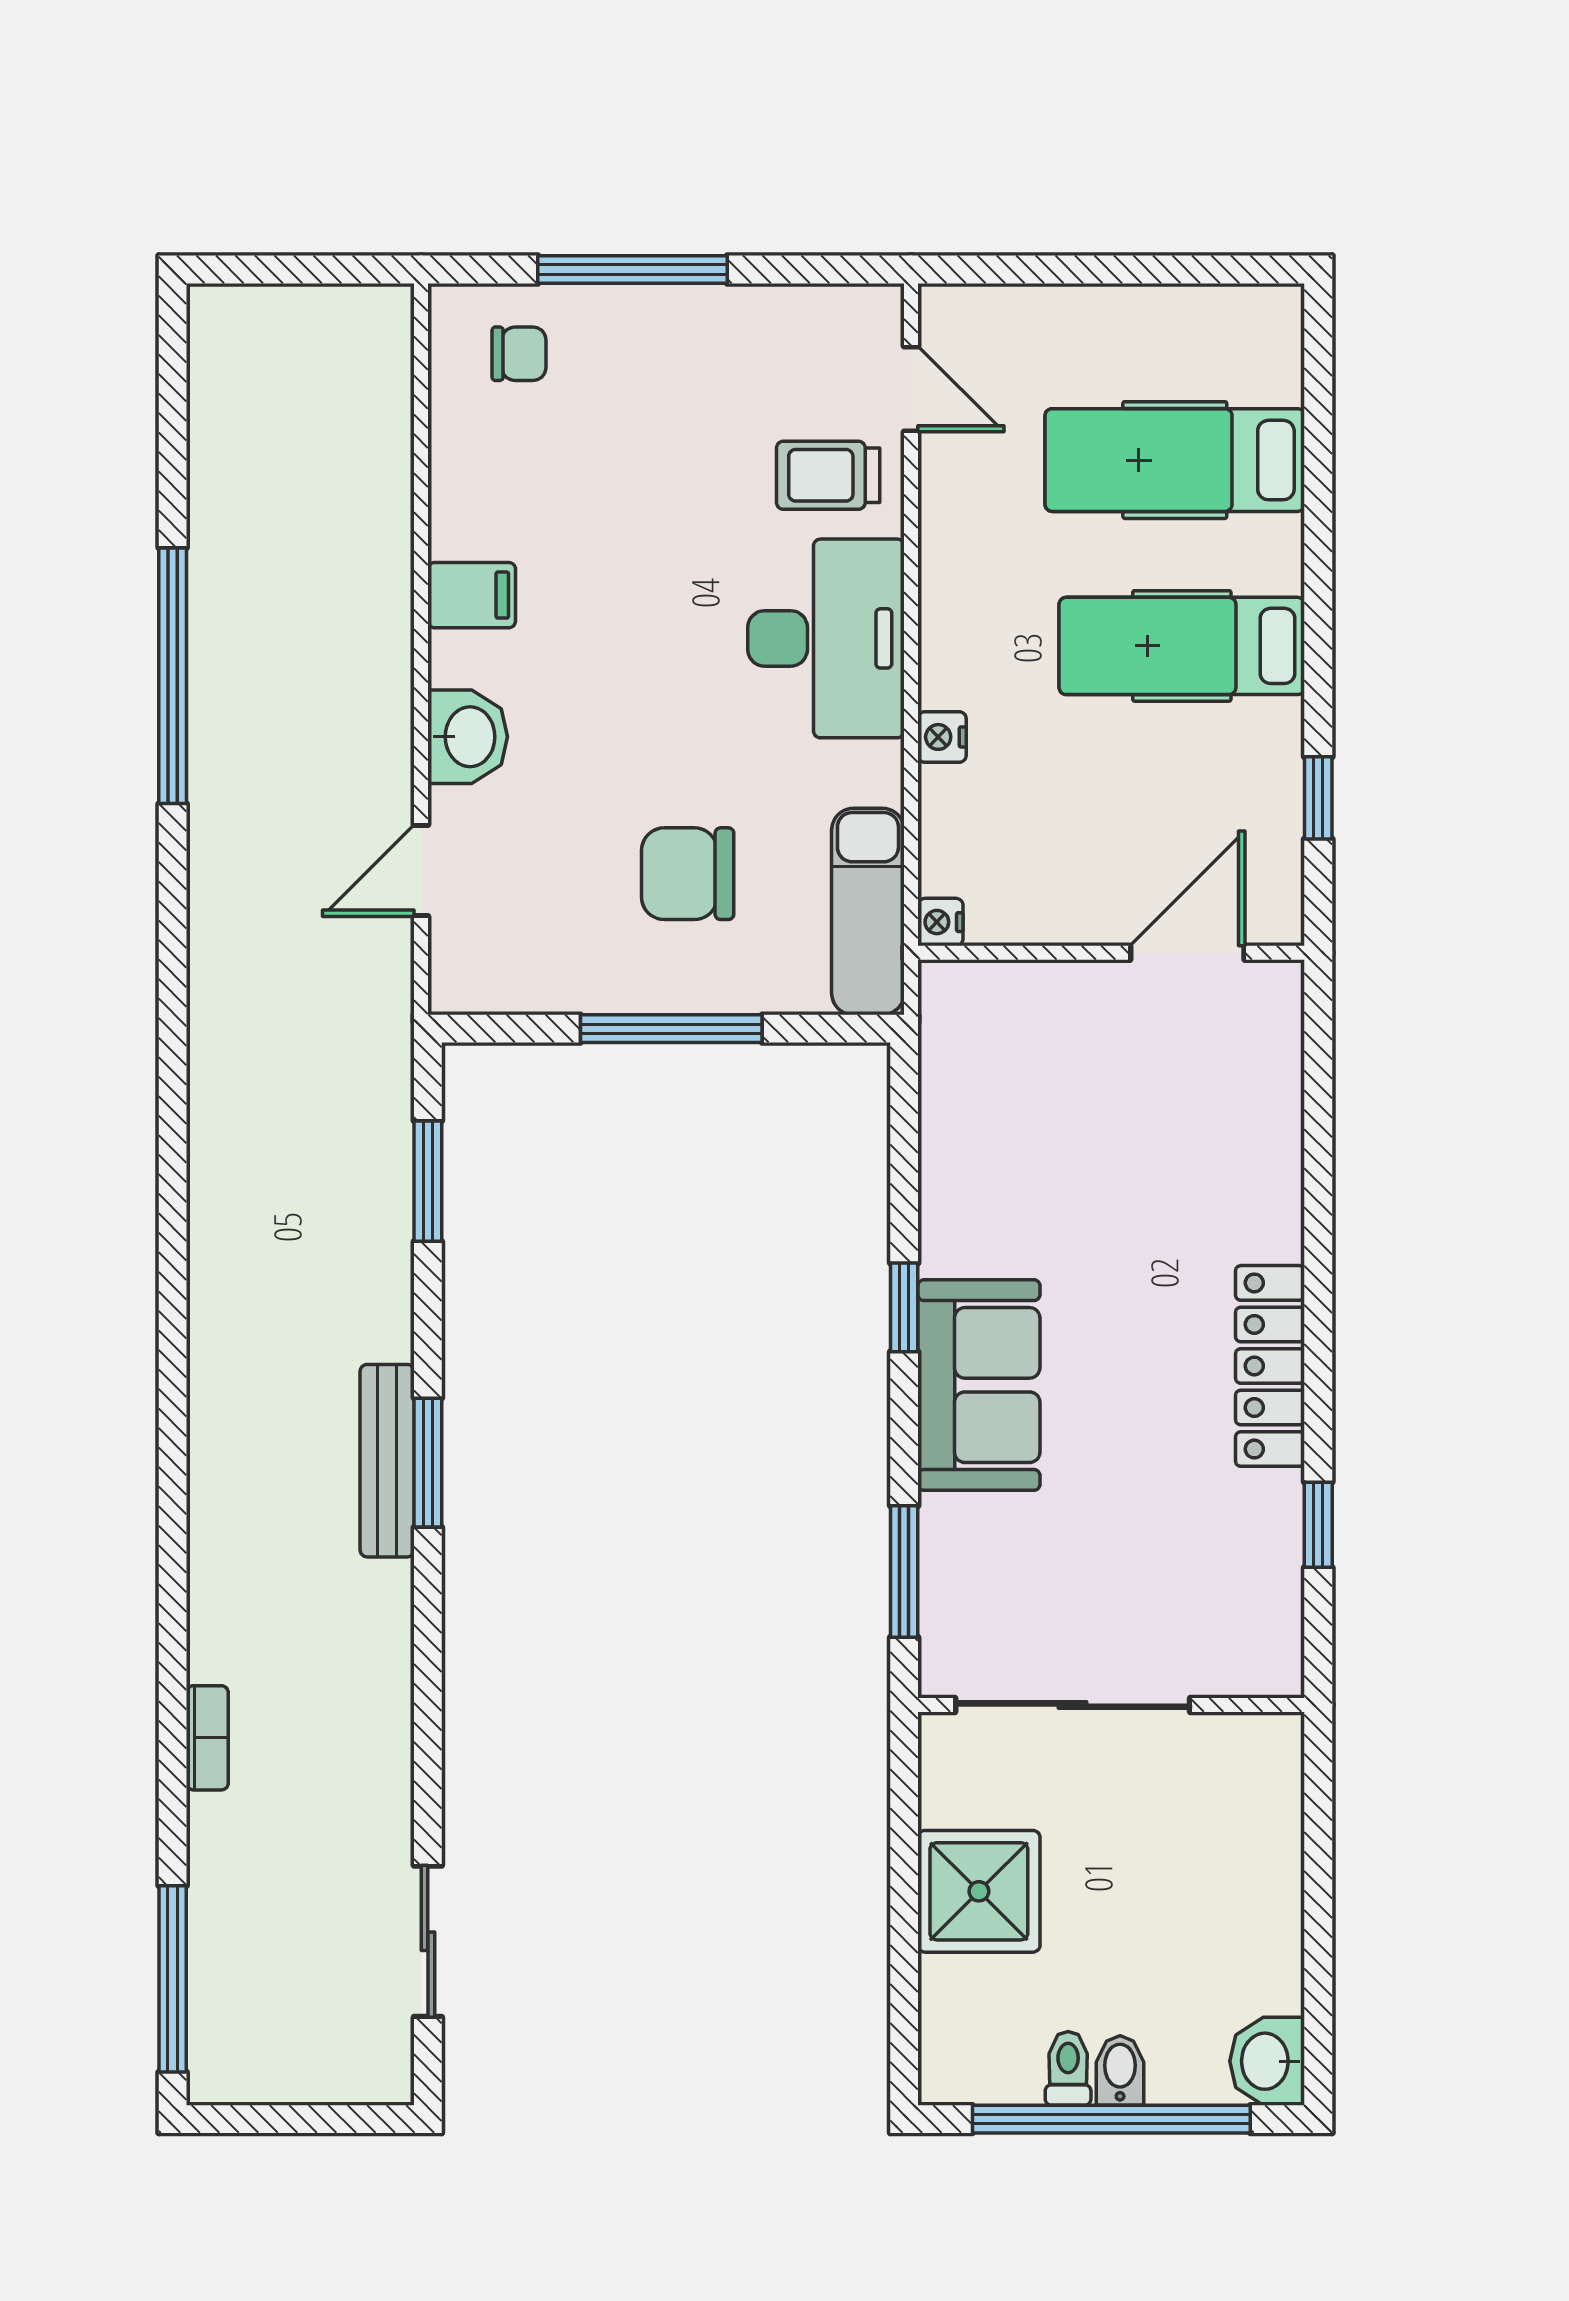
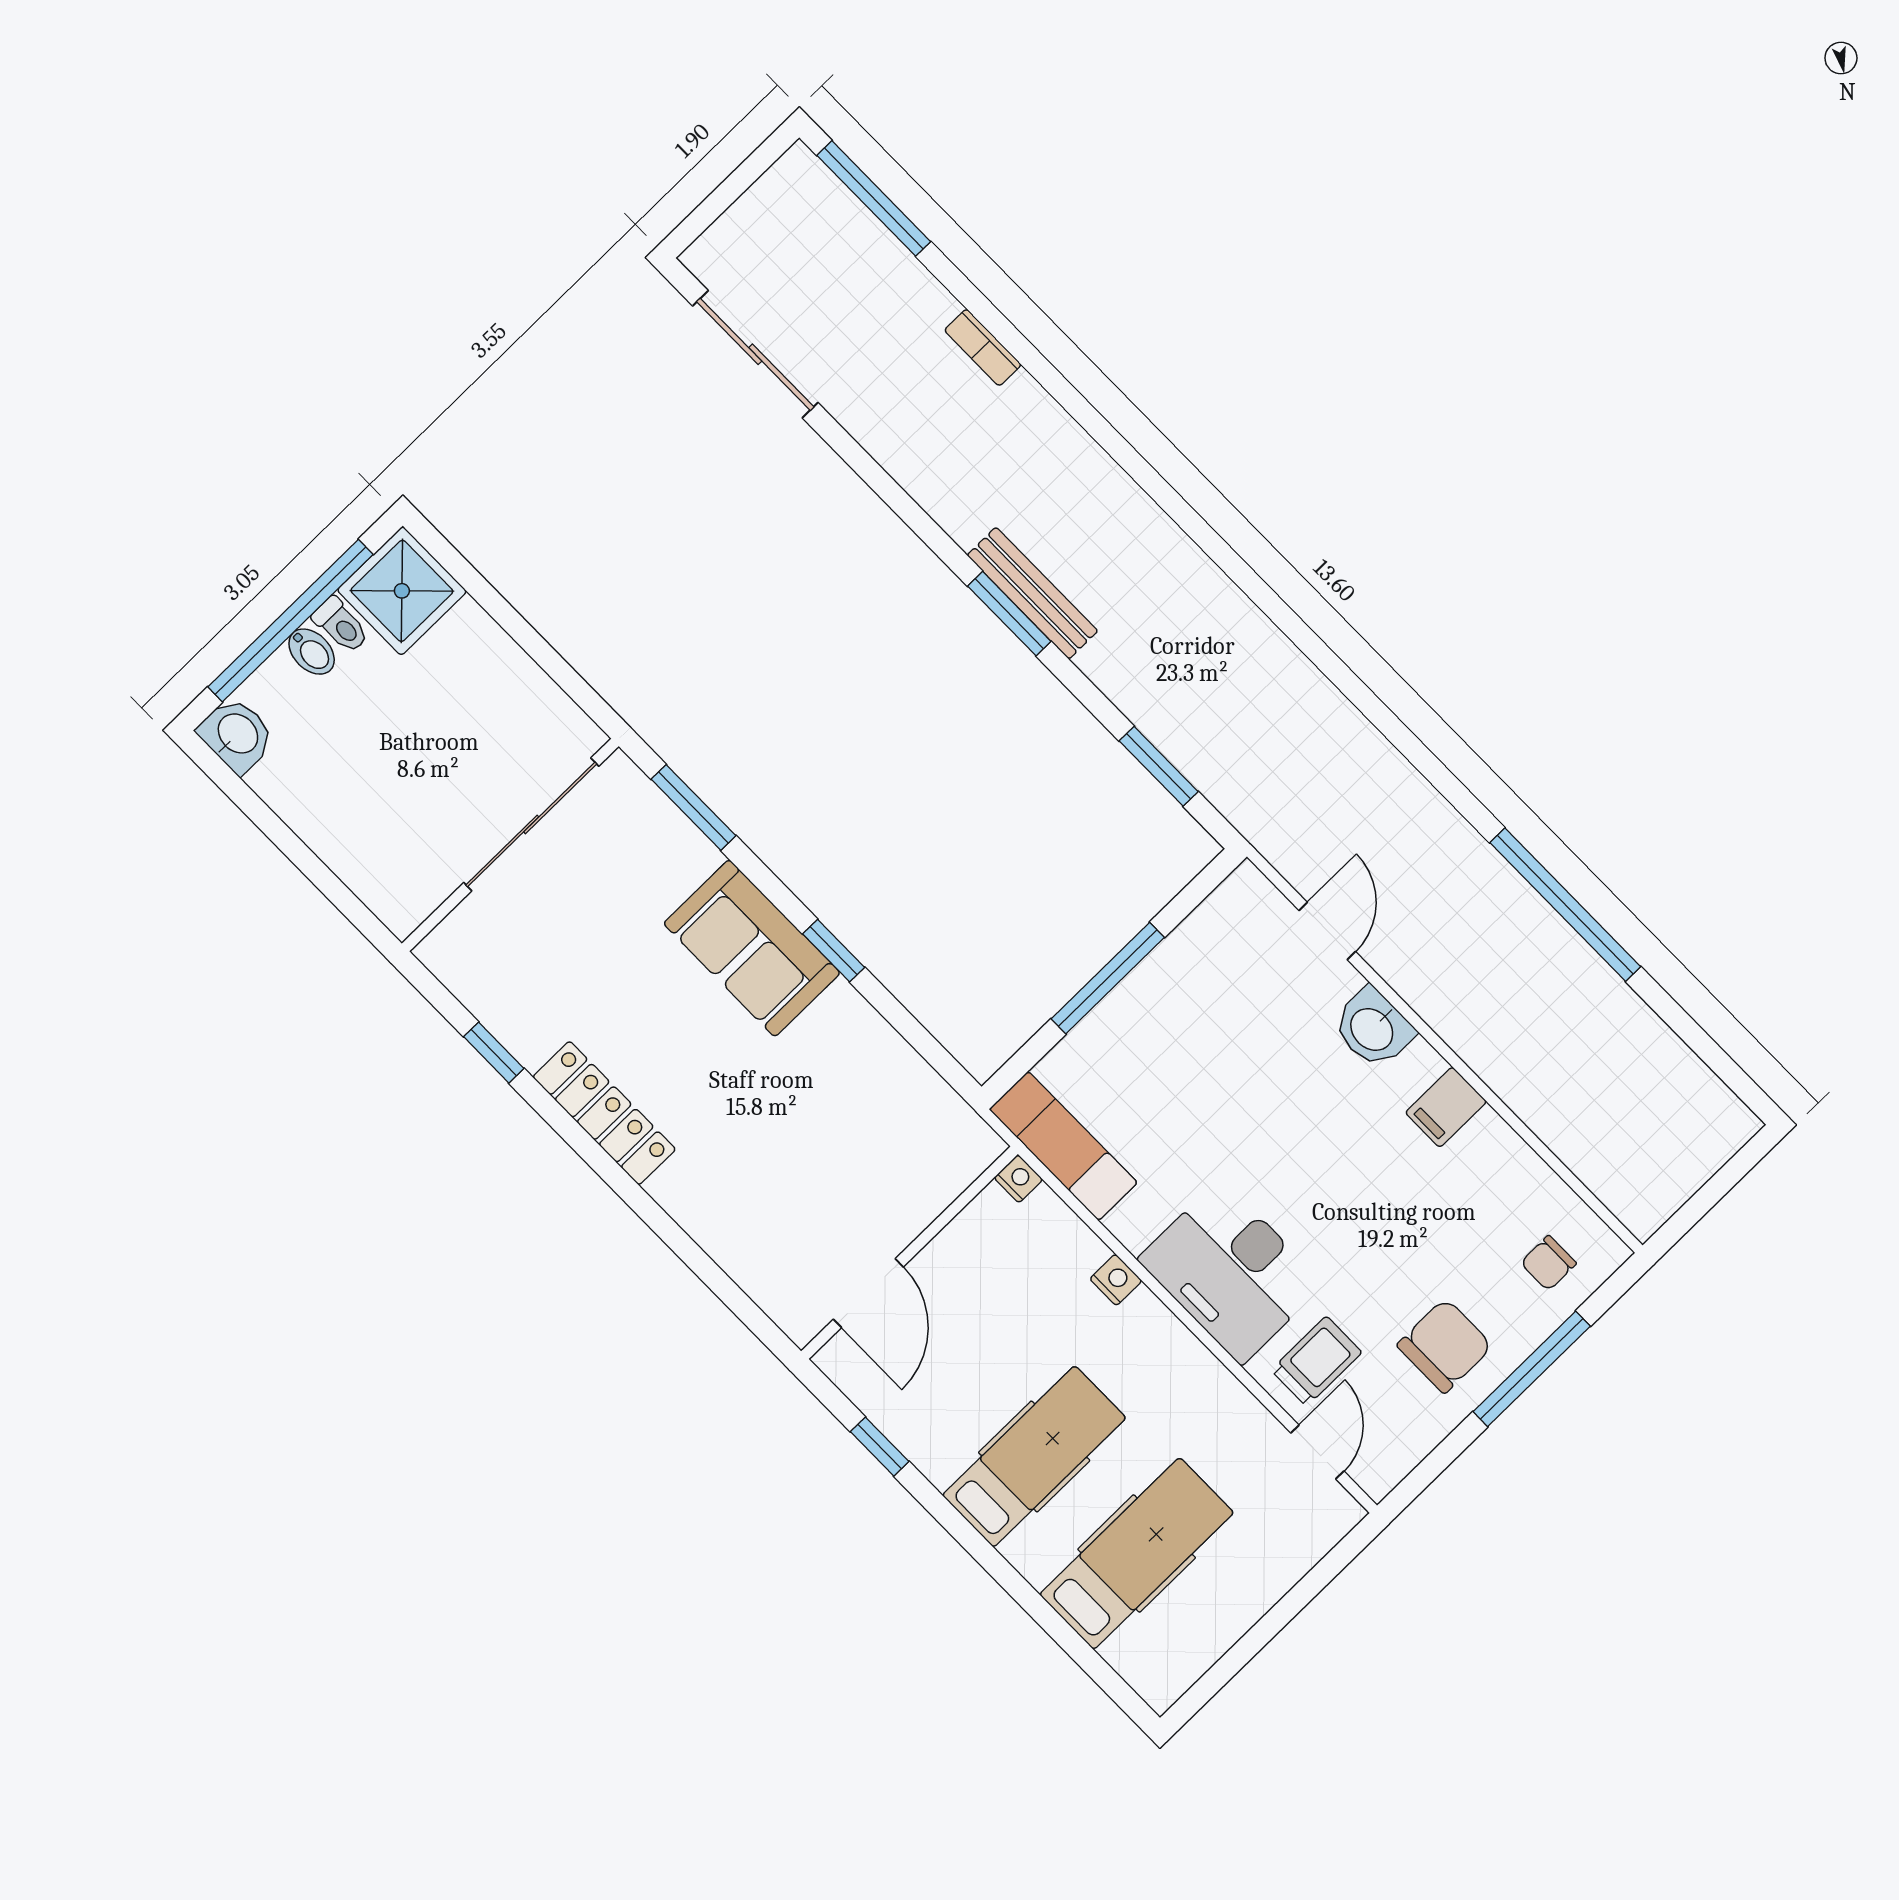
door: (911, 389) -> (1317, 1452), swing flipped
chair: (688, 874) -> (1445, 1346), moved
shower: (979, 1891) -> (402, 591), moved
sliding door: (428, 1941) -> (755, 354), width x1.37

